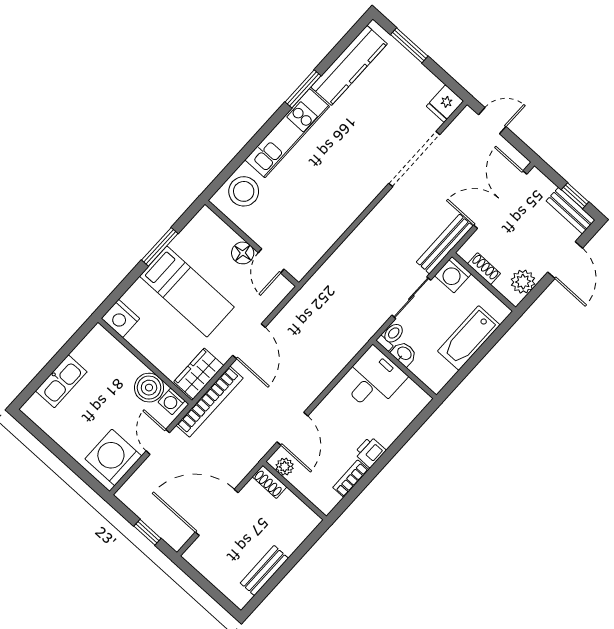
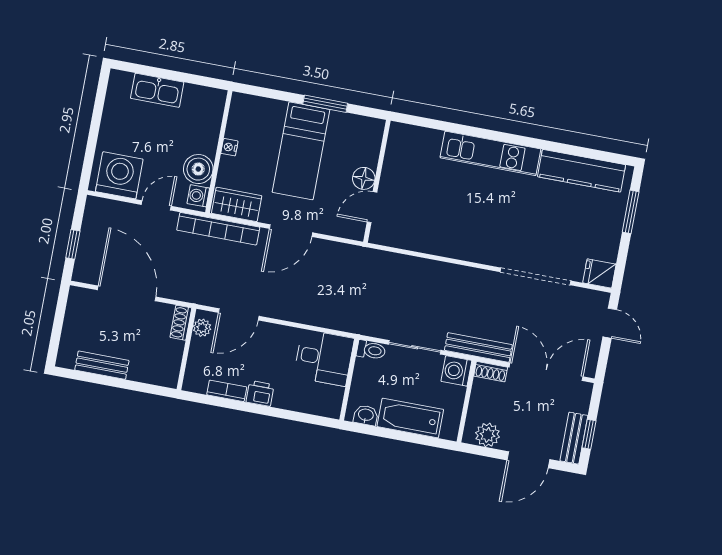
window: (303, 89) -> (537, 143), removed
stool: (244, 191) -> (417, 147), removed
shoe rack: (484, 269) -> (491, 372), moved, turned 90
nightstand: (120, 318) -> (229, 147), moved, width x0.53, depth x0.56
washbasin: (404, 354) -> (366, 415), moved, turned -90

